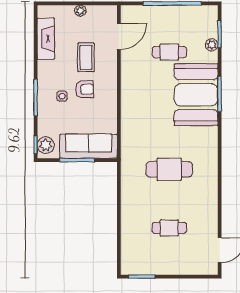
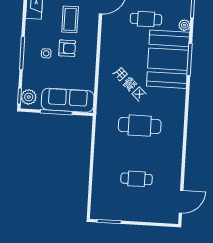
plant: (212, 45) -> (184, 25), moved

